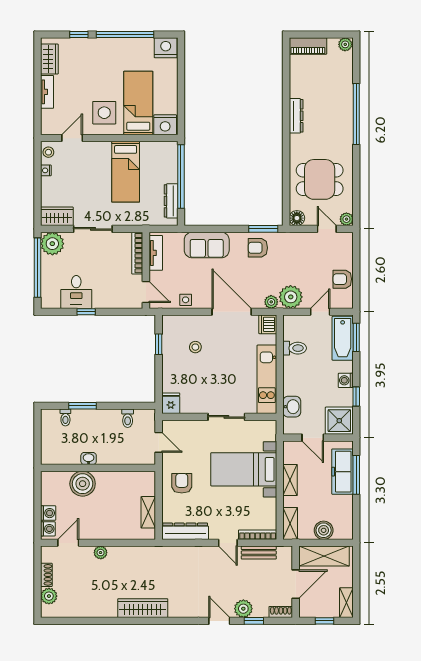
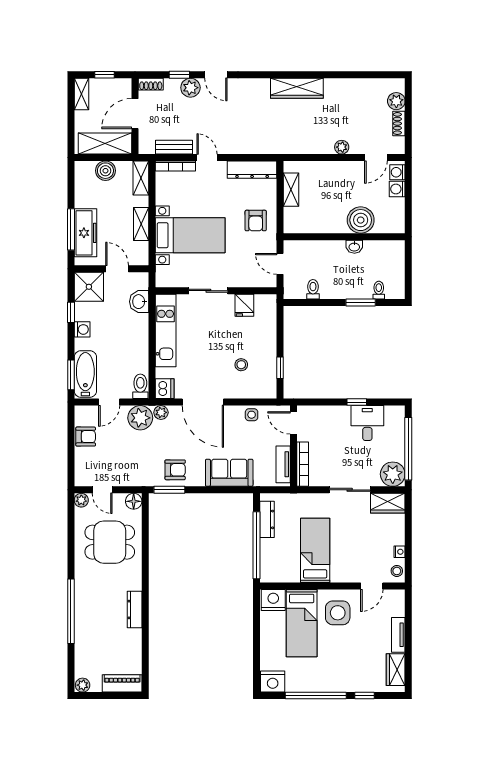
toilet: (295, 348) -> (140, 386), moved, turned 90
fridge: (171, 403) -> (244, 305), moved

